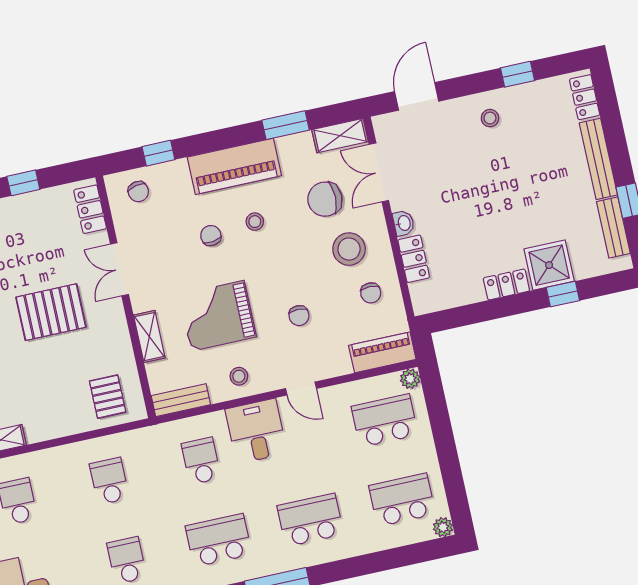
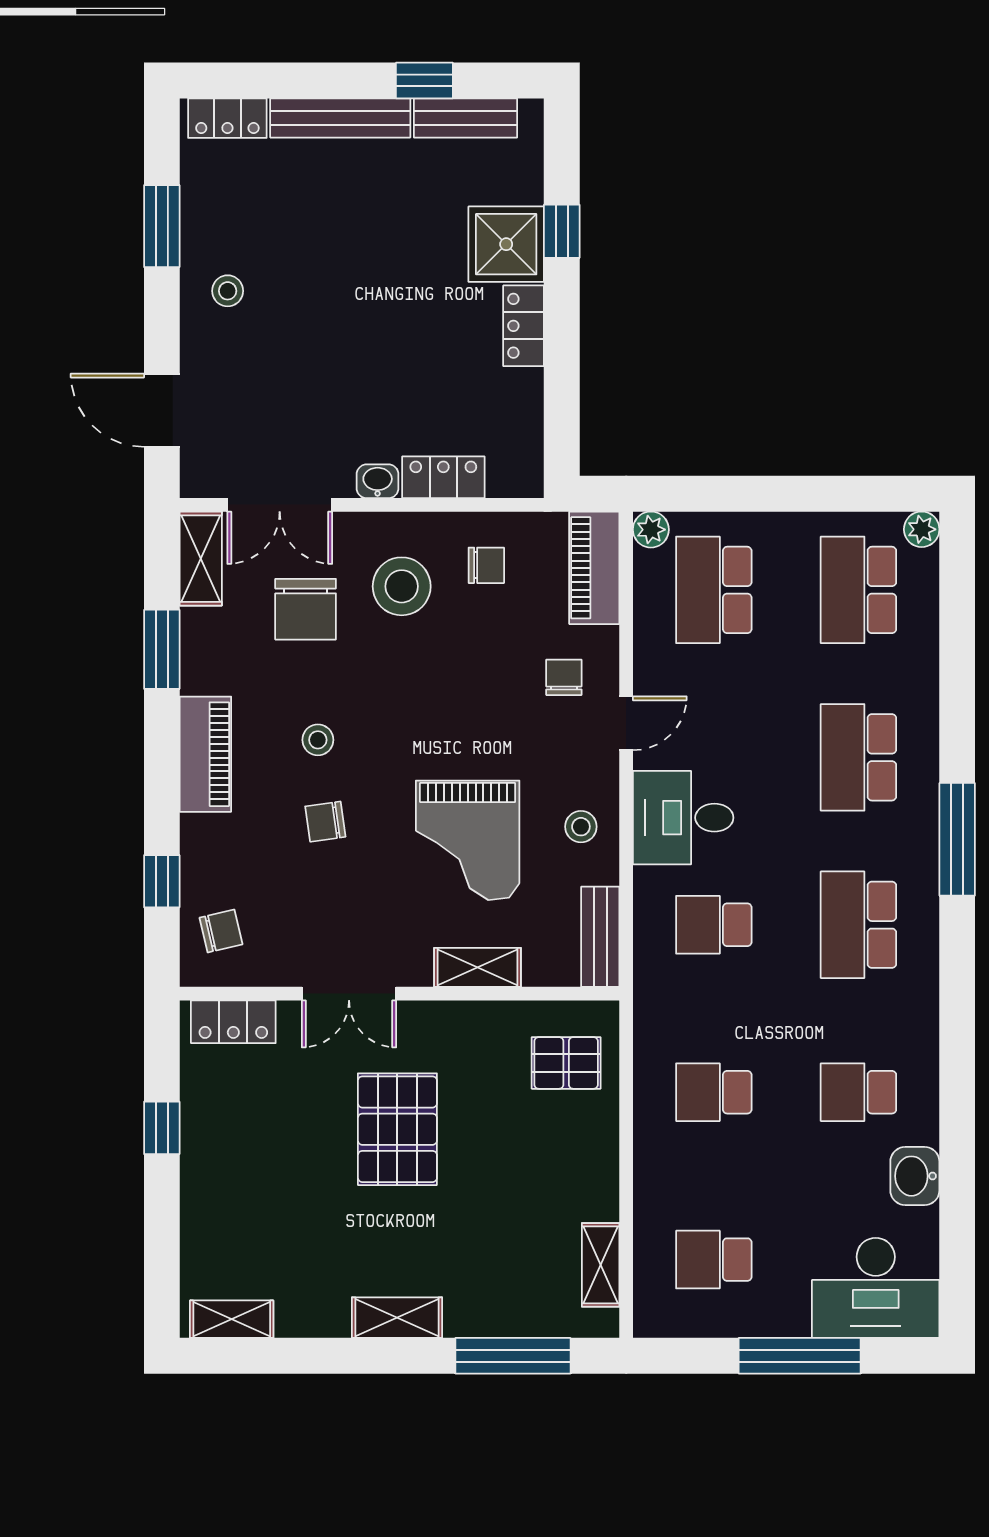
window: (518, 74) -> (162, 226), width x1.50
piano: (234, 166) -> (205, 754), width x0.73, depth x0.75
chair: (299, 316) -> (564, 677), moved, turned -90

